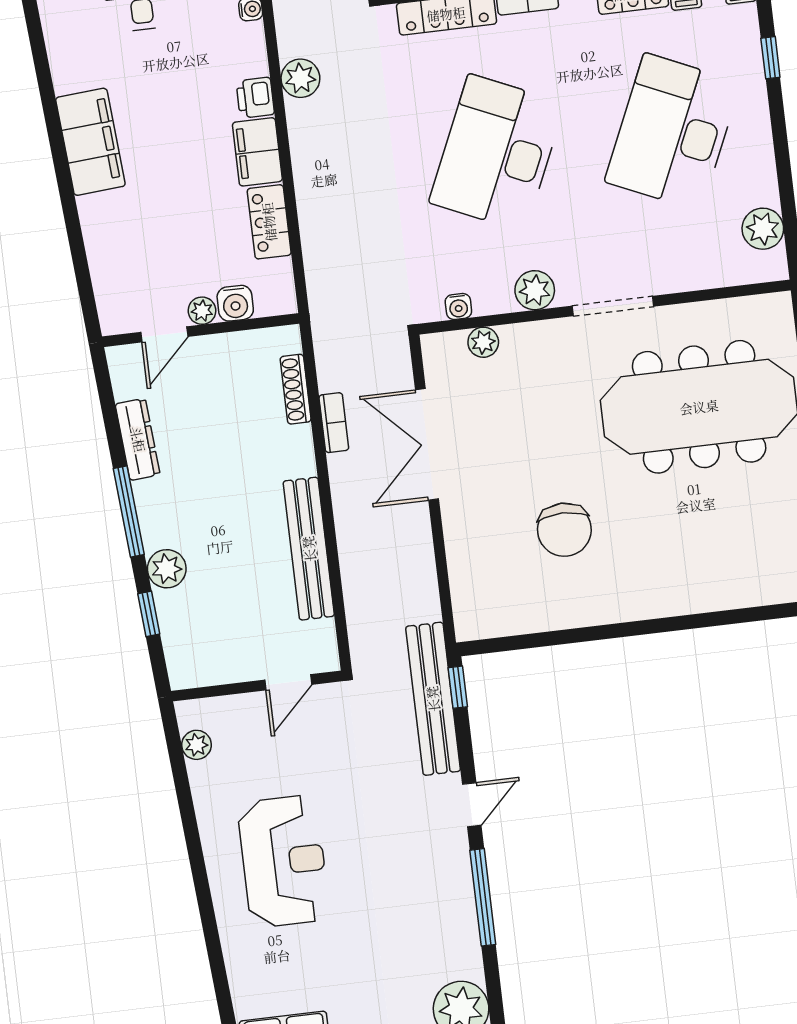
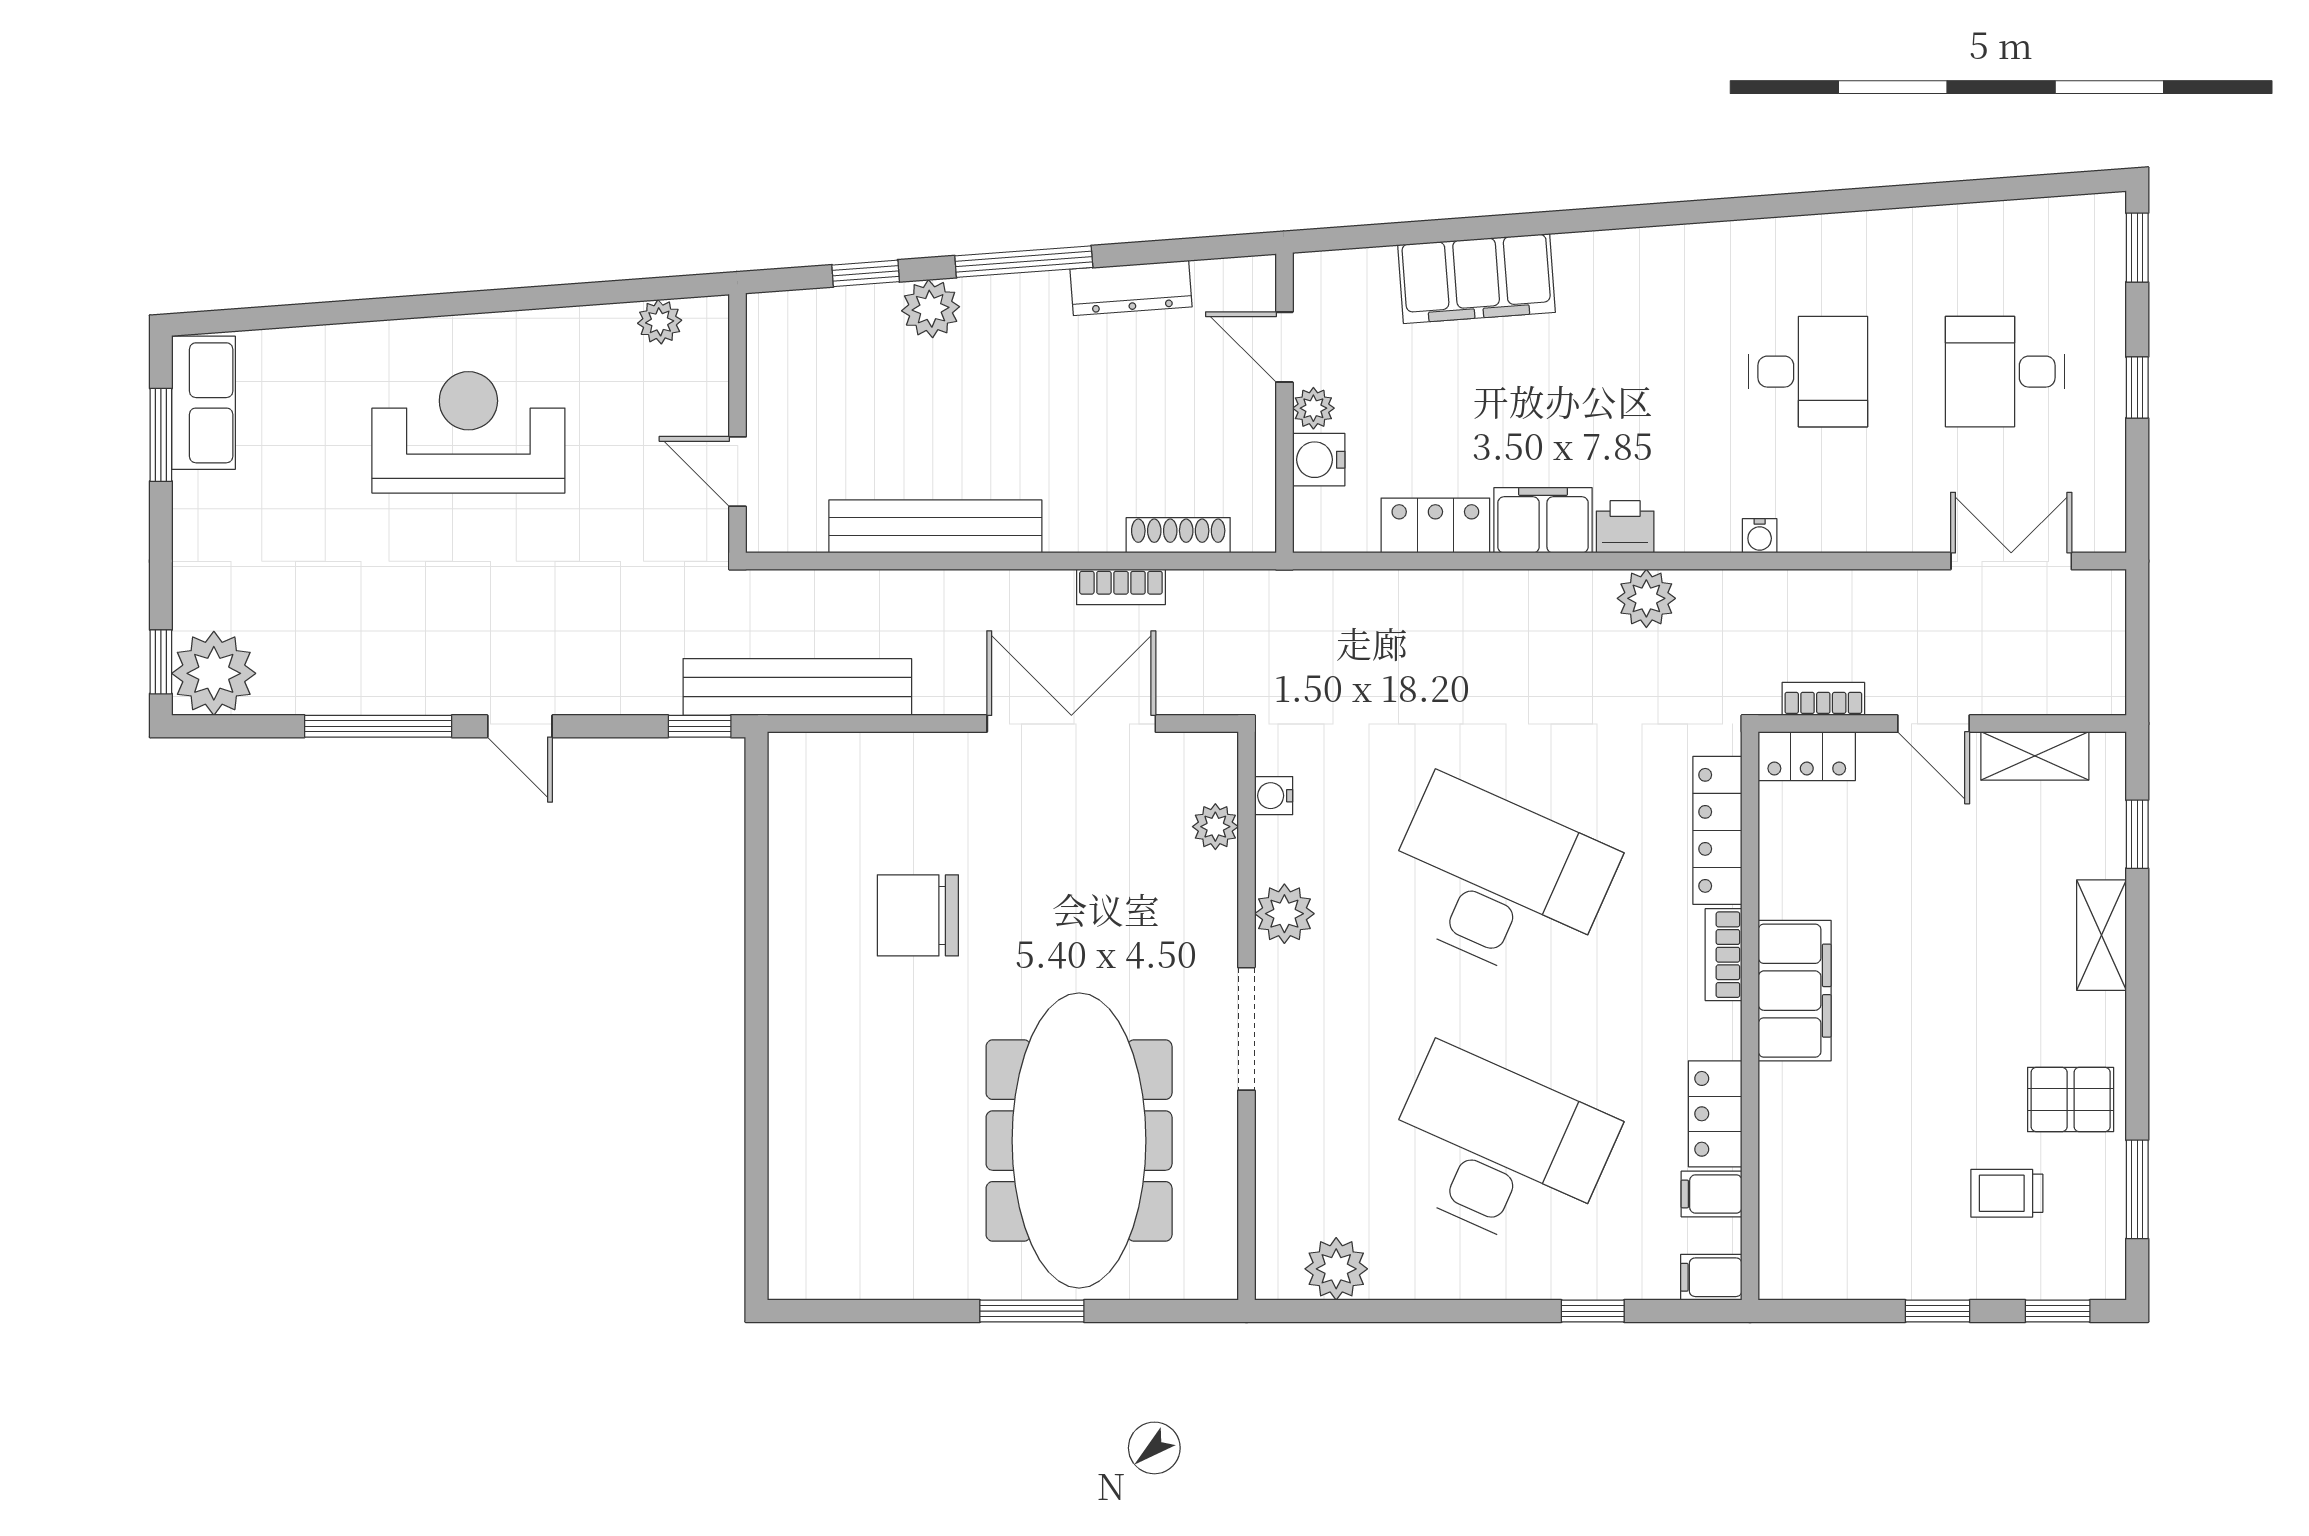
filing cabinet: (90, 142) -> (1477, 279), moved
bench: (433, 699) -> (797, 687), moved
reception desk: (284, 861) -> (468, 432), turned 180

